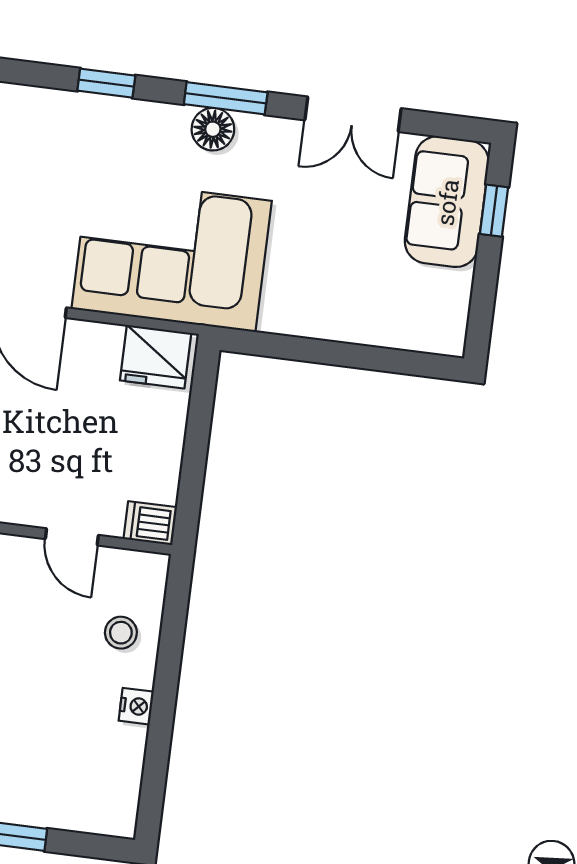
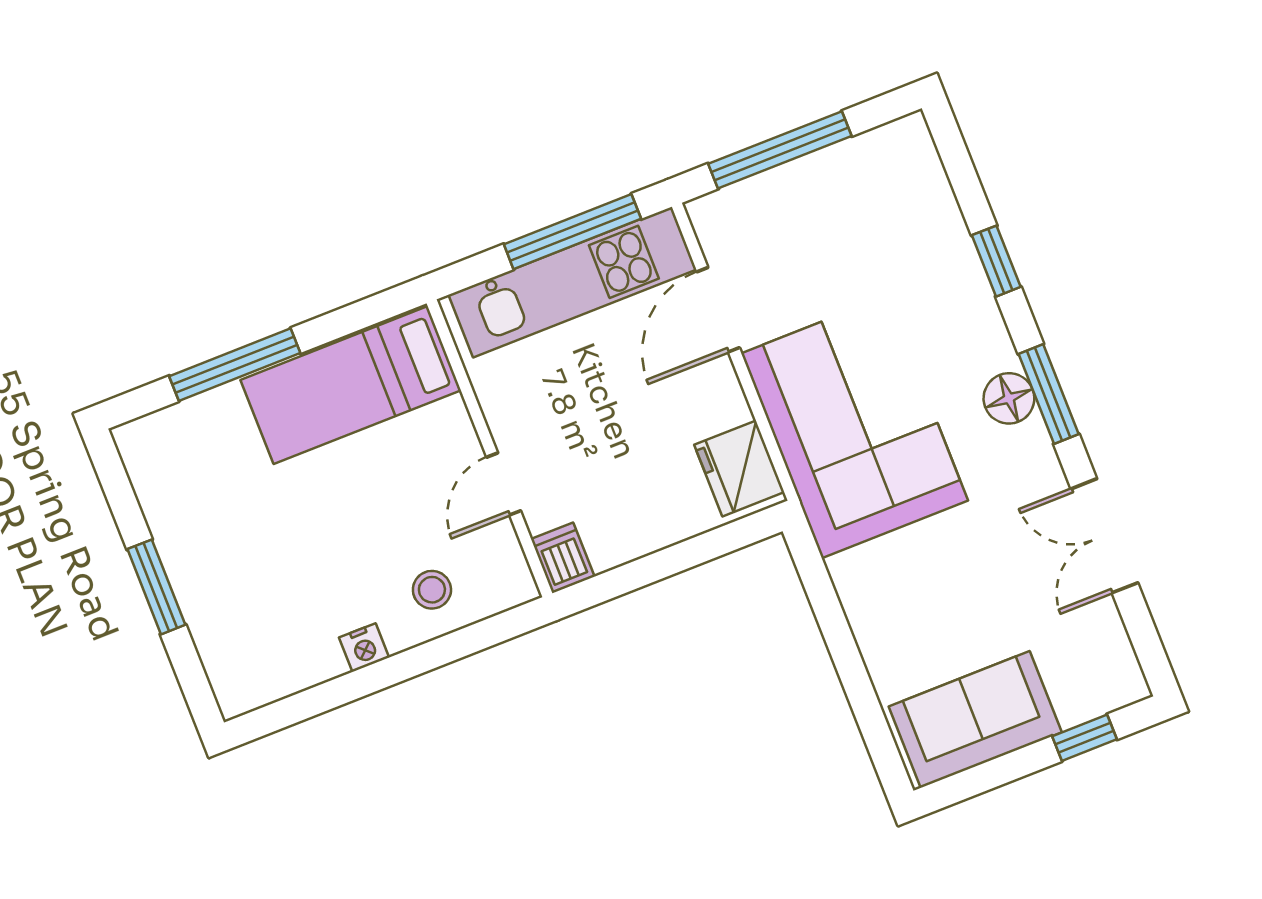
sofa: (447, 202) -> (975, 719), moved

